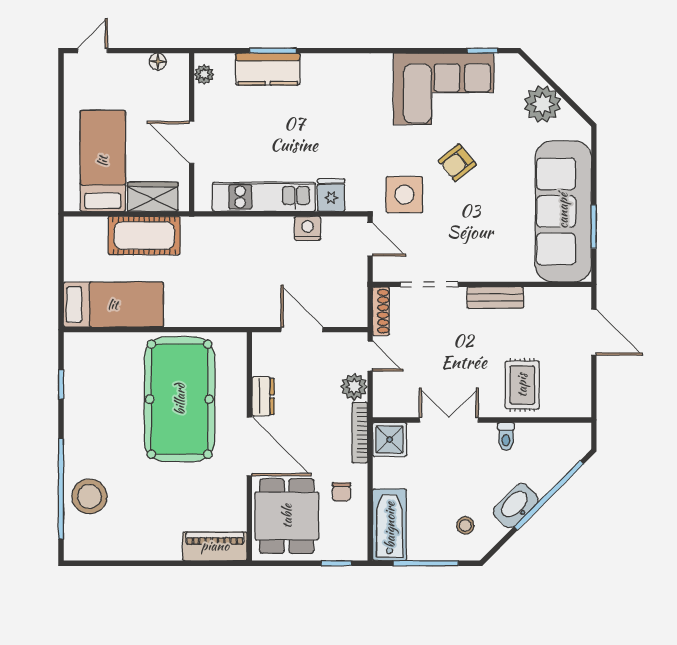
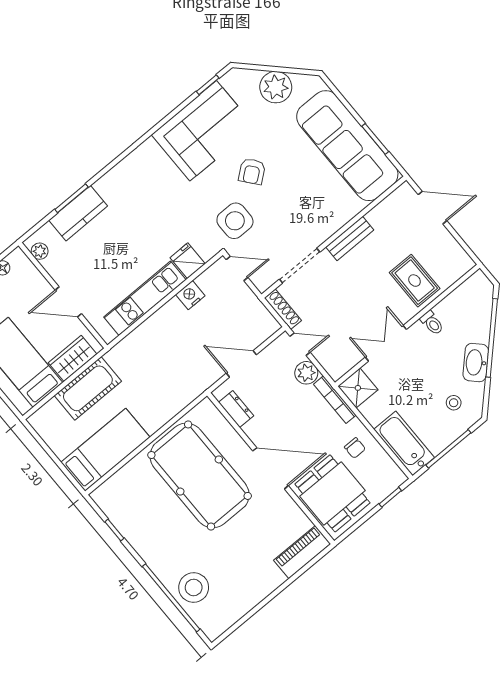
dresser: (263, 396) -> (236, 409), moved

